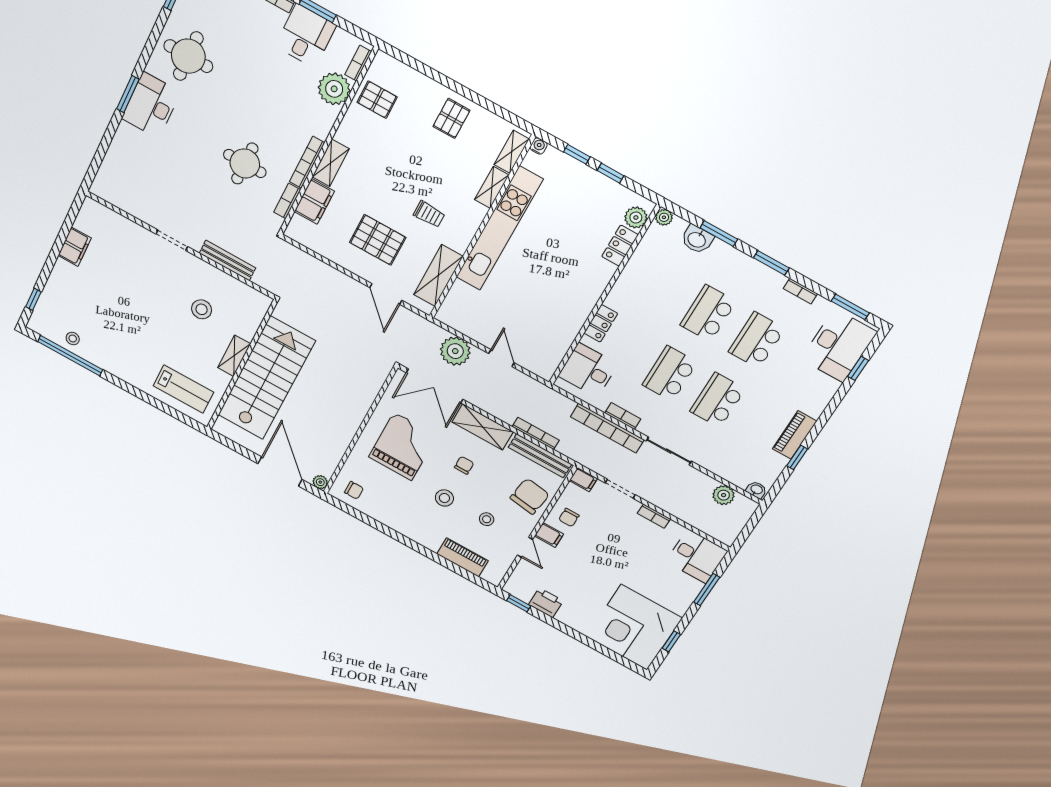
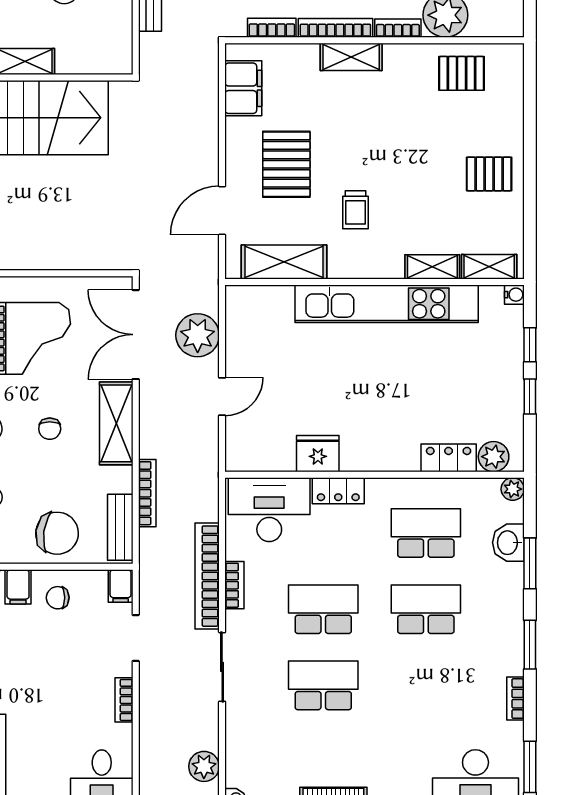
bookcase: (358, 63) -> (398, 28), moved
pallet: (377, 100) -> (462, 73), turned 90
filing cabinet: (314, 201) -> (243, 88), moved, turned -90
fridge: (570, 322) -> (318, 454), added
school desk: (757, 340) -> (426, 533), moved
desk: (588, 370) -> (269, 510), width x1.37
bench: (540, 456) -> (120, 527), width x0.73
chair: (464, 465) -> (50, 429), turned 90

